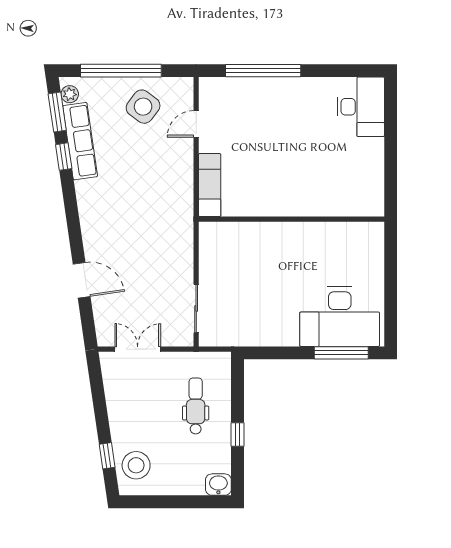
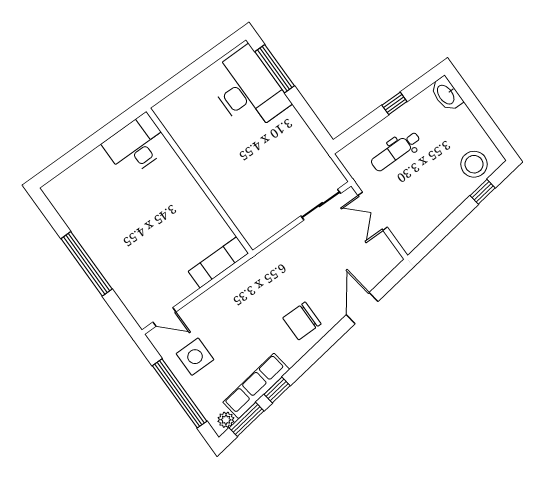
window: (263, 71) -> (87, 264), moved
side table: (143, 107) -> (195, 357), turned -37
desk: (361, 107) -> (136, 145), moved
door: (196, 124) -> (164, 317), moved
chair: (108, 221) -> (302, 321), added
double door: (138, 349) -> (373, 211), moved
washbasin: (218, 485) -> (446, 94), width x1.38

